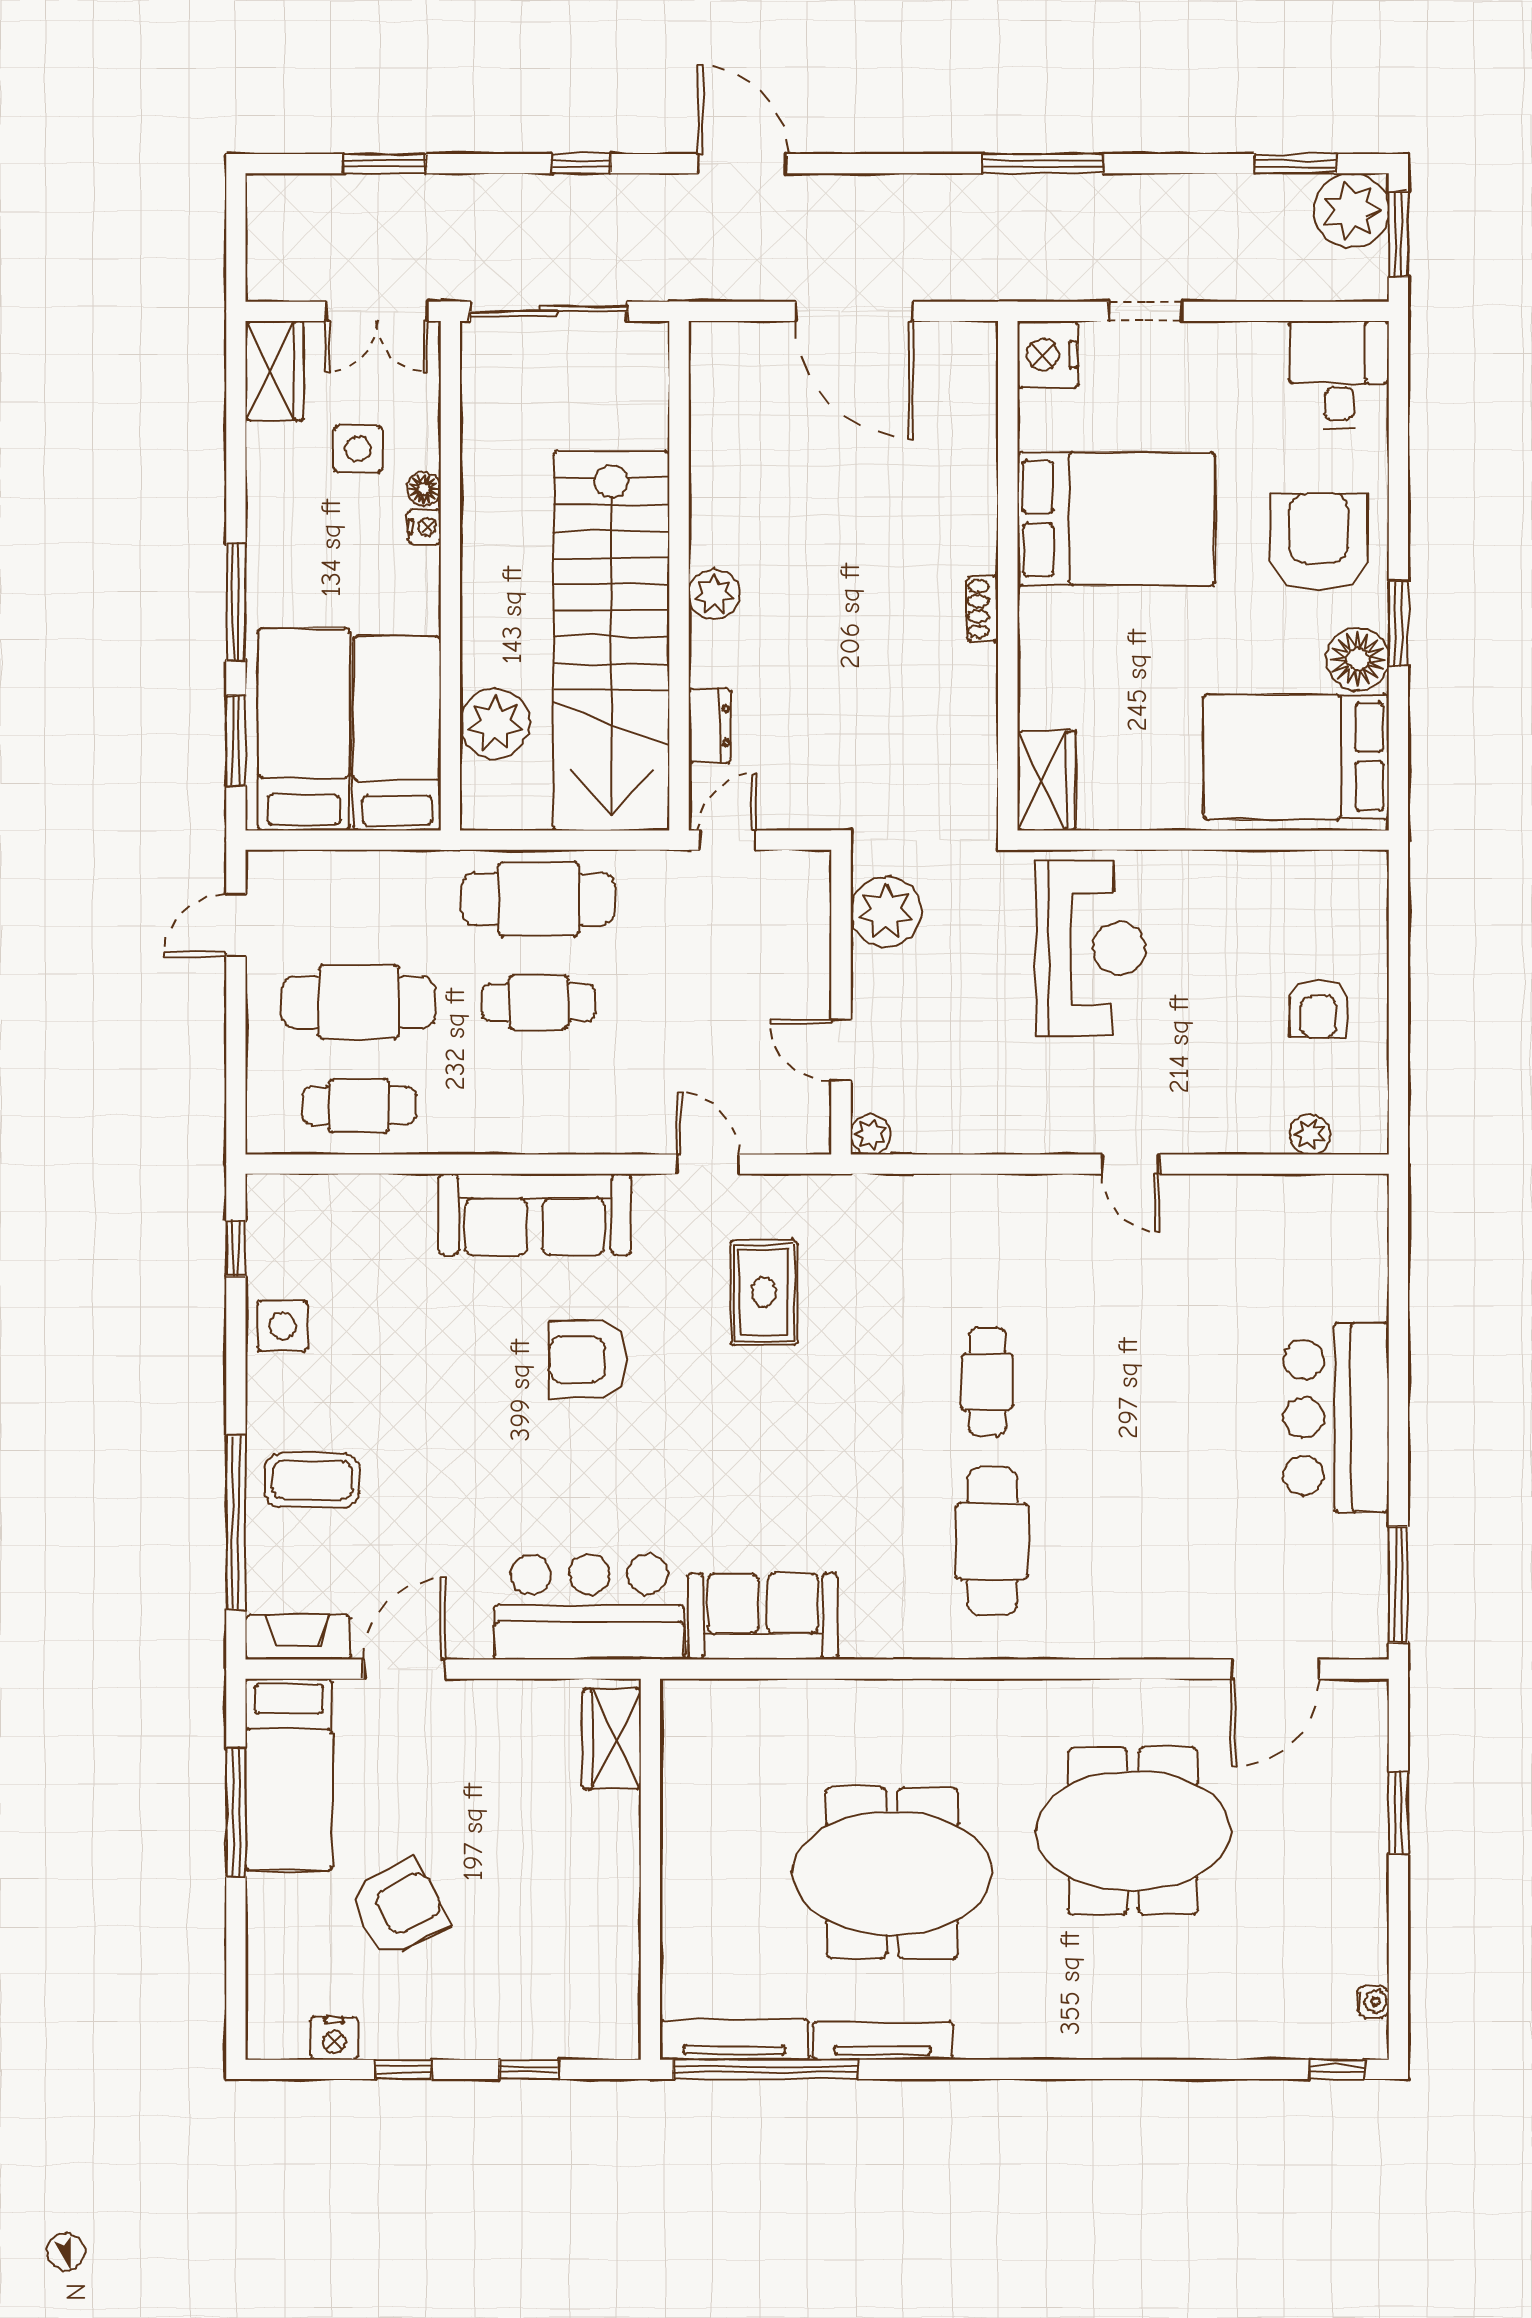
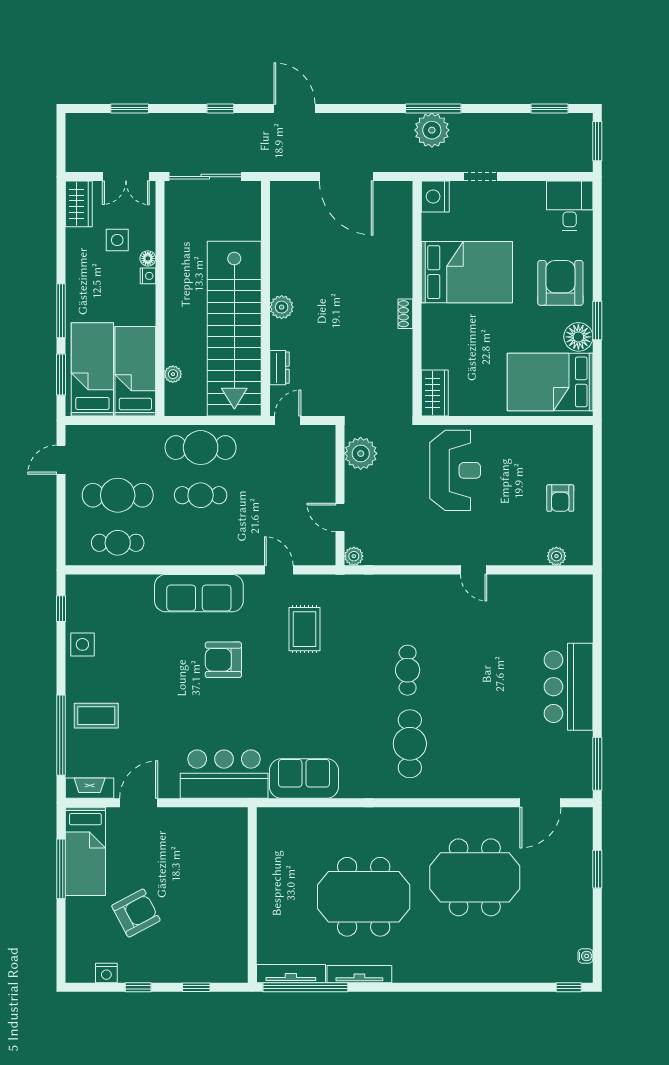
plant: (1351, 211) -> (432, 130), moved
plant: (495, 723) -> (173, 374), width x0.53, depth x0.53
wardrobe: (612, 1739) -> (234, 835), removed

